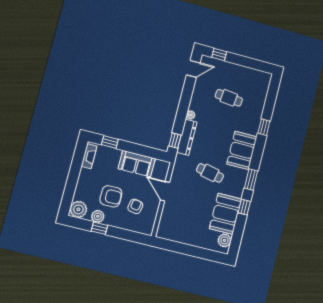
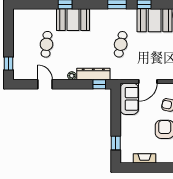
door: (193, 69) -> (45, 84), moved
booth: (242, 150) -> (73, 20), moved
fireplace: (89, 156) -> (145, 158), moved
sofa: (137, 164) -> (129, 99), moved

